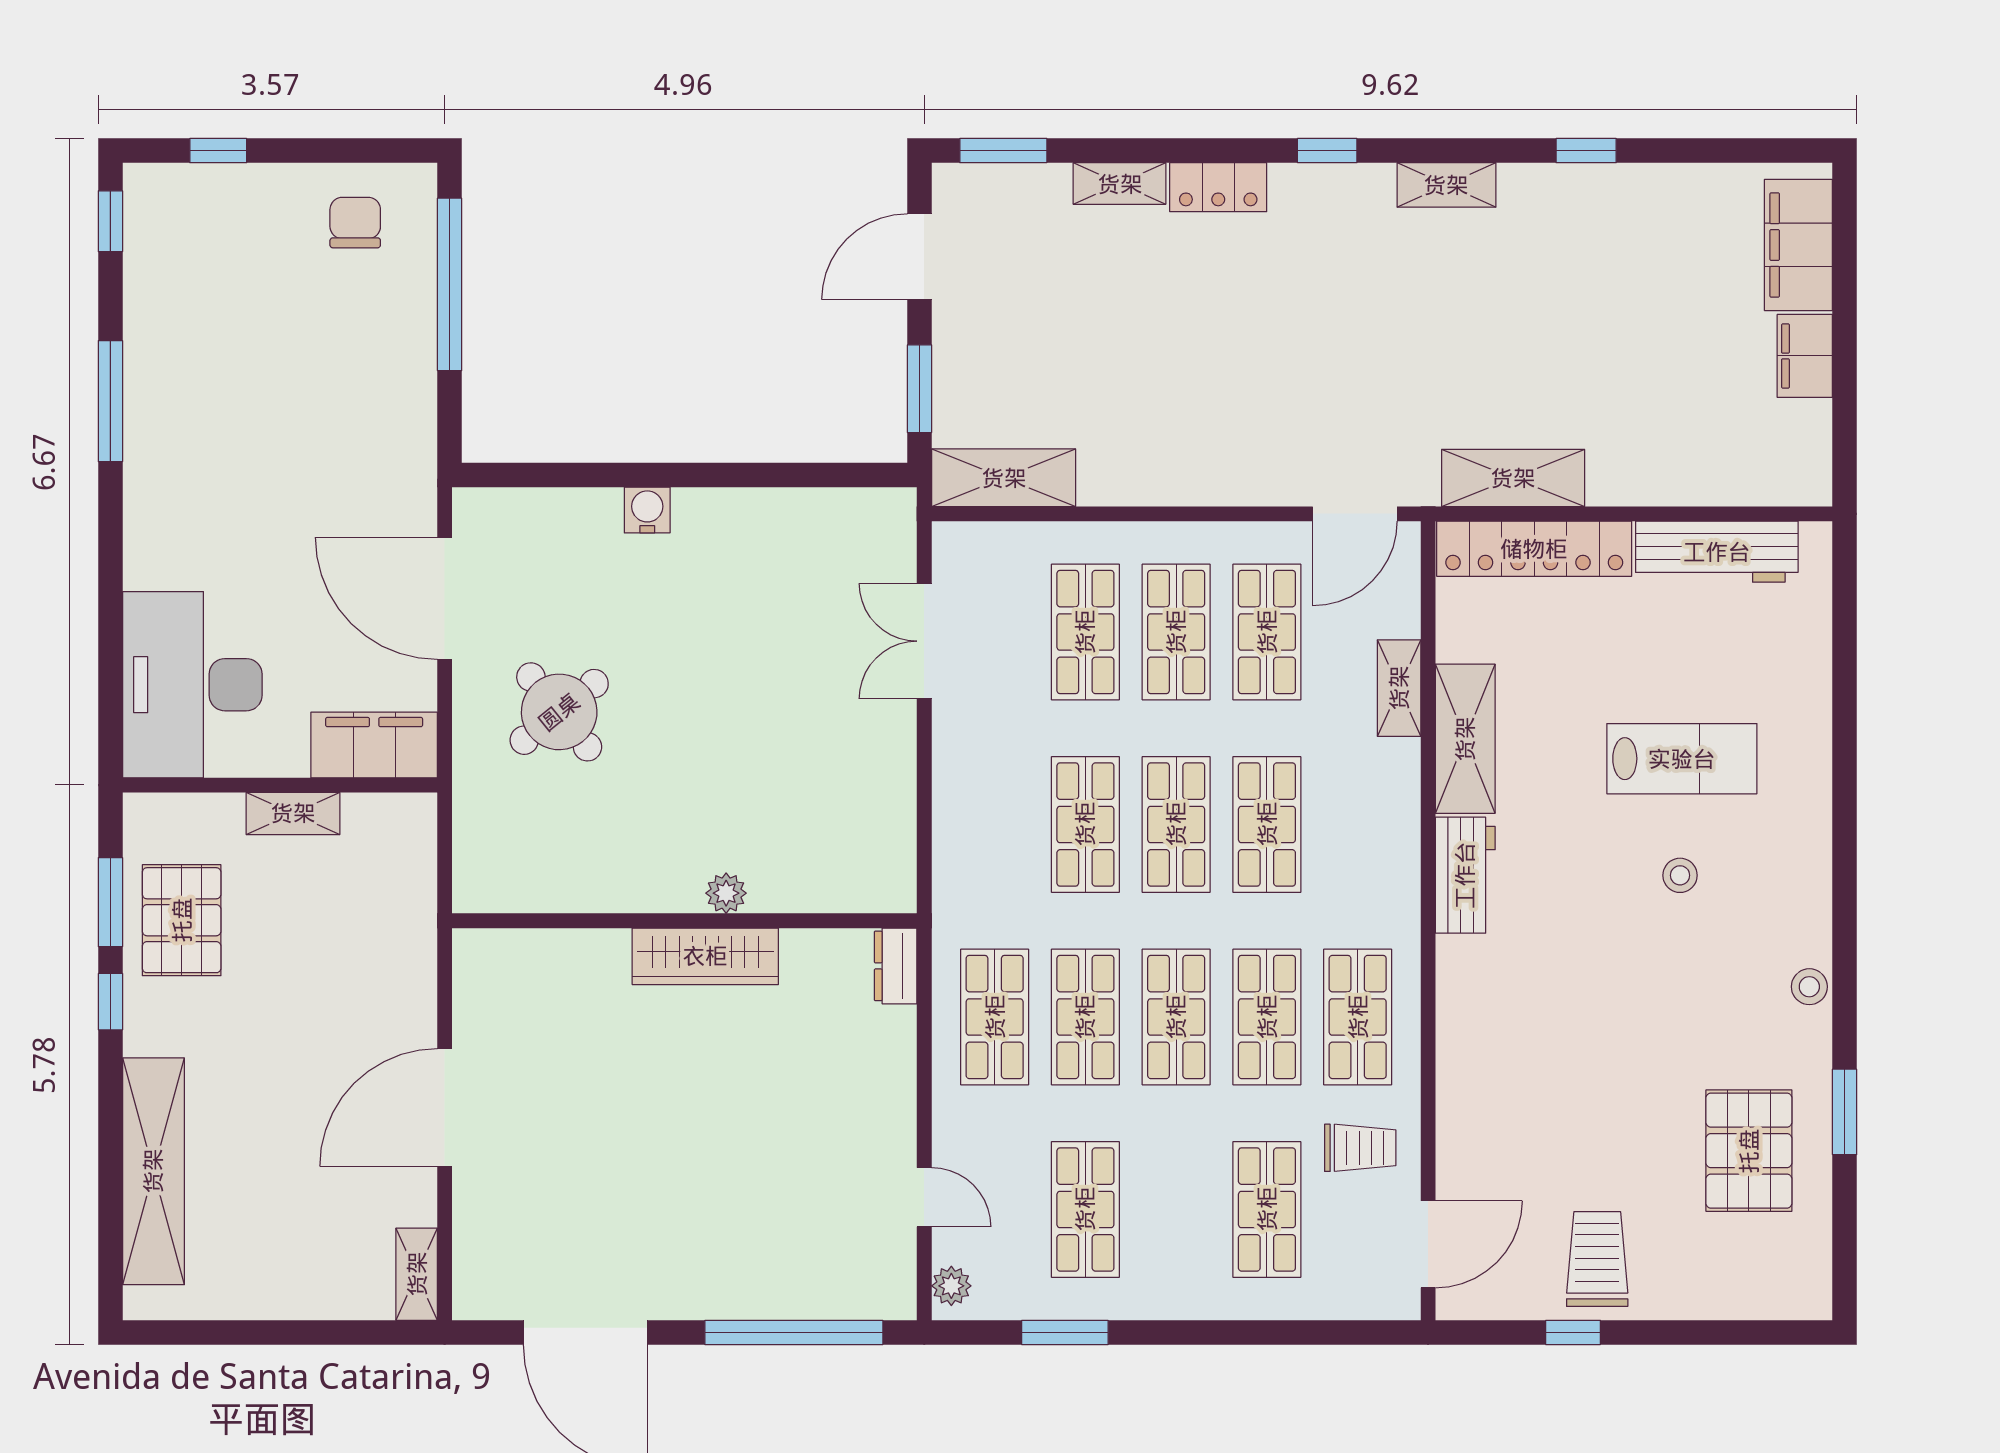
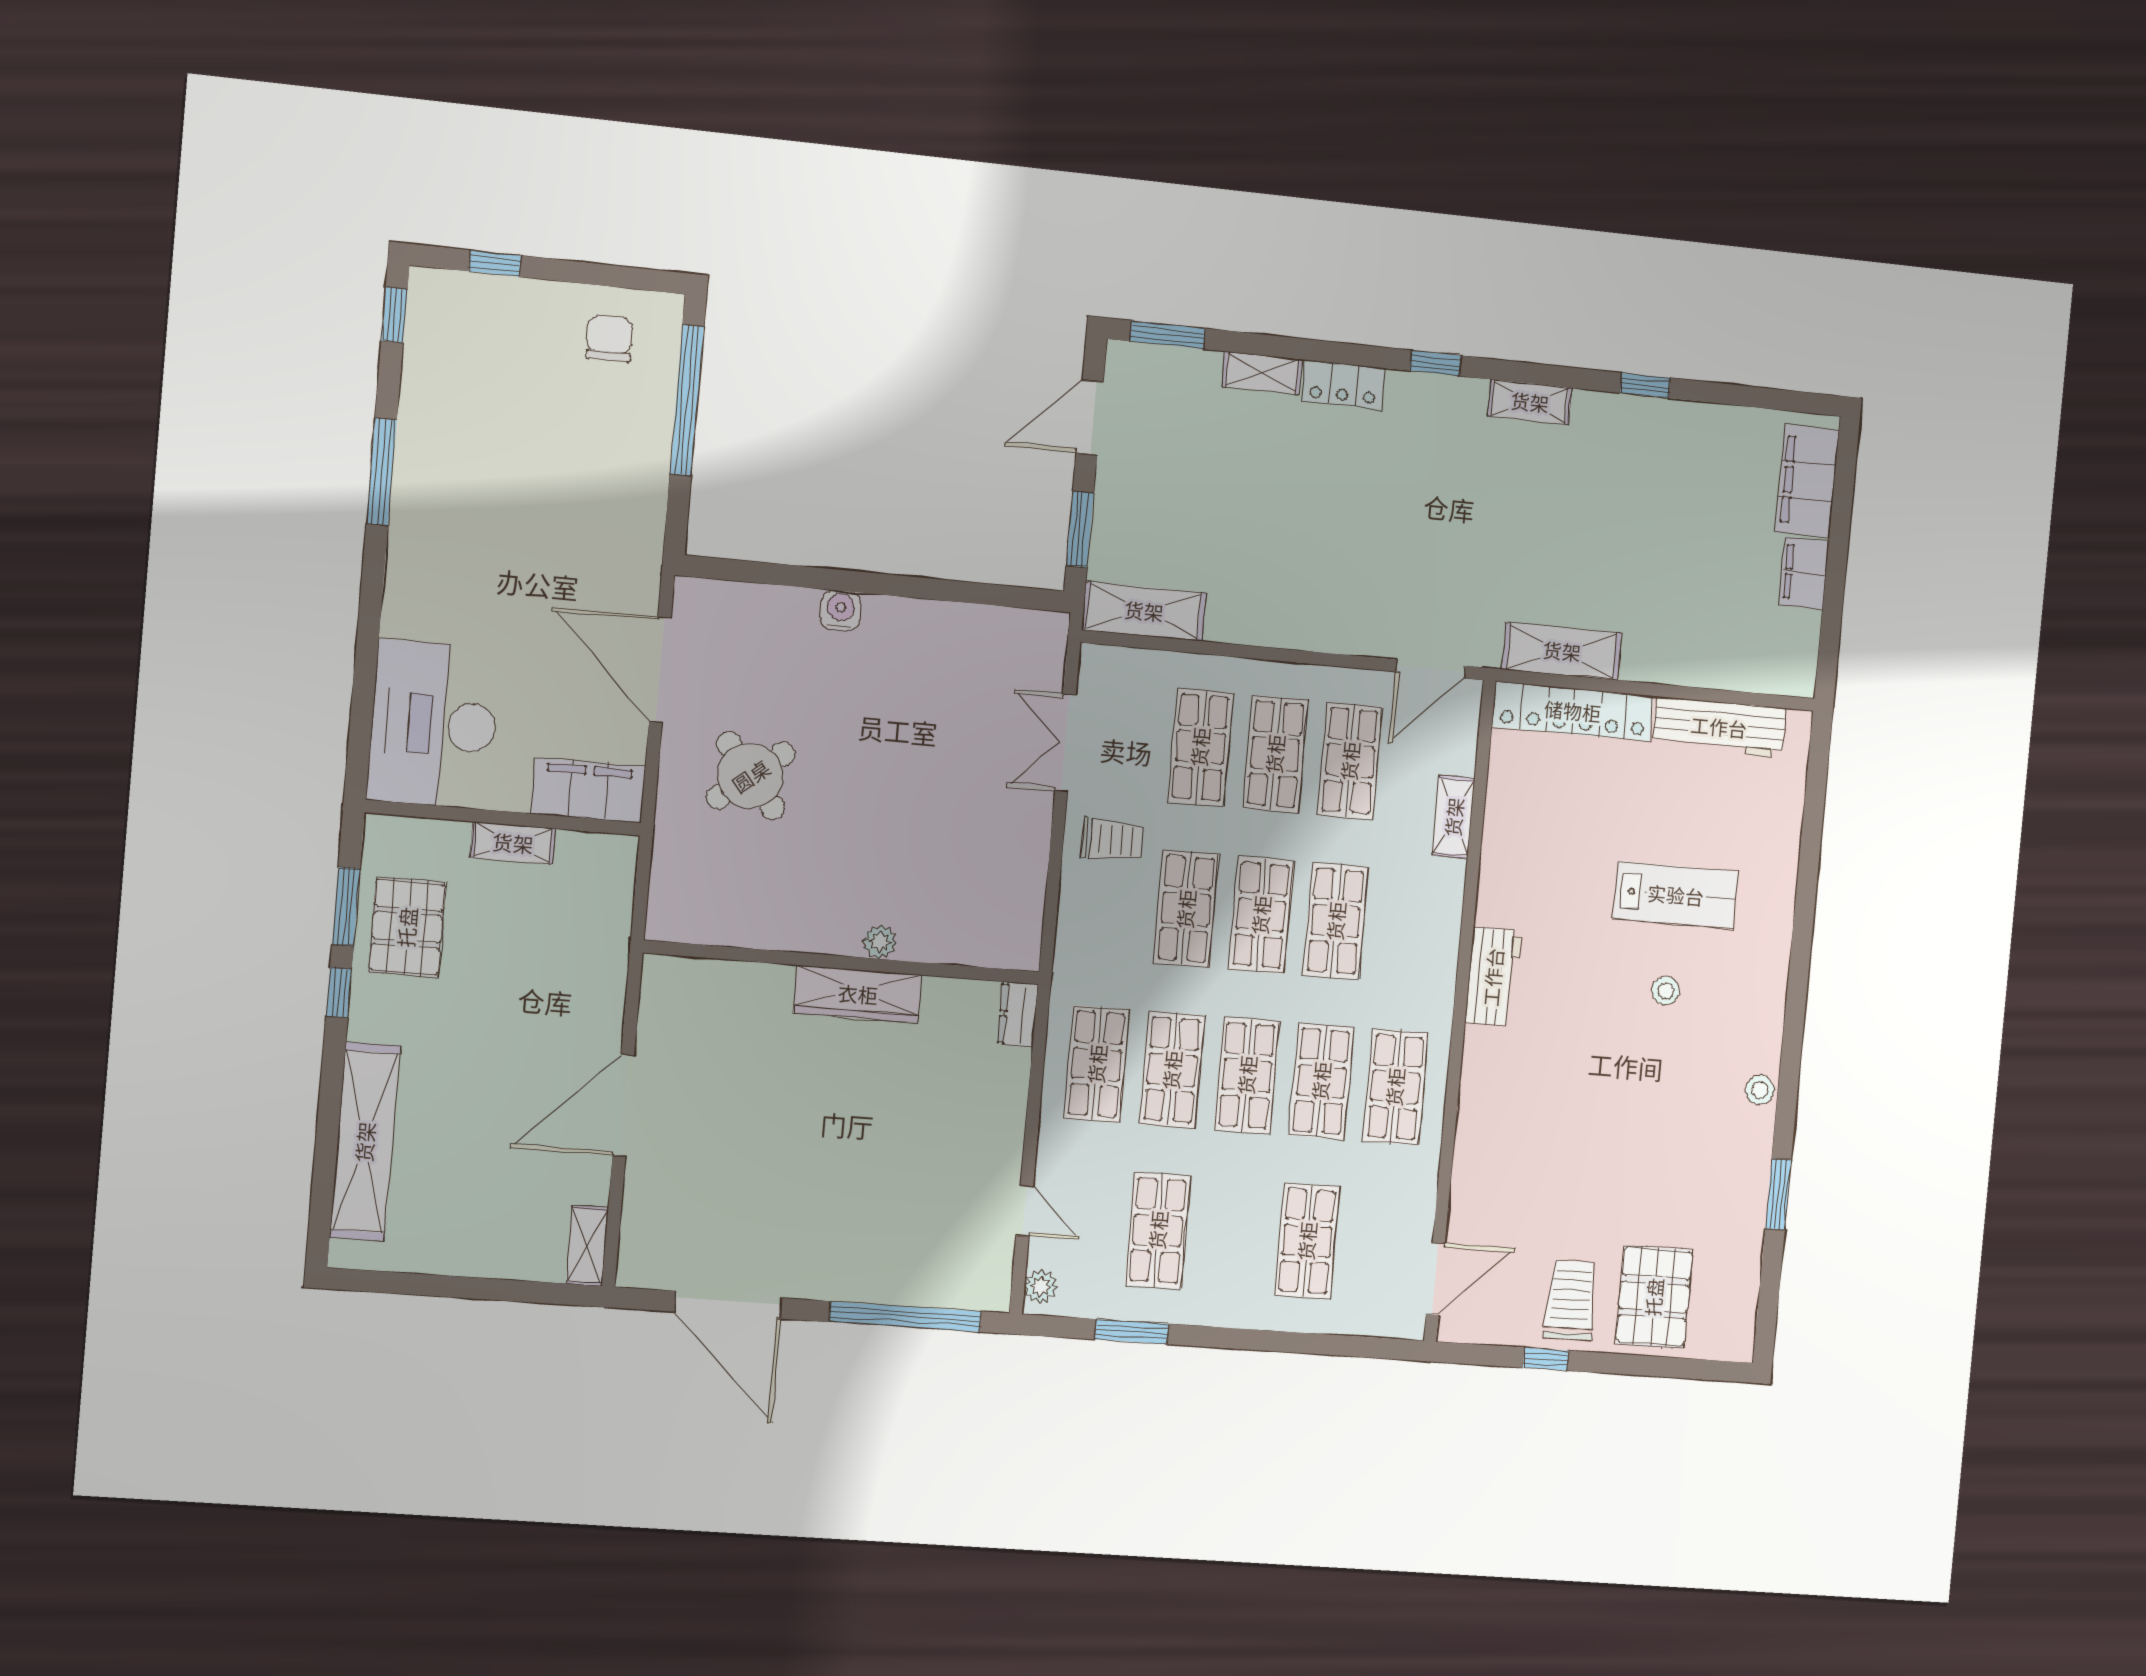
shelving: (1465, 739) -> (1503, 864), removed
trolley: (1360, 1148) -> (1112, 840), moved
pallet: (1749, 1151) -> (1654, 1297), moved

